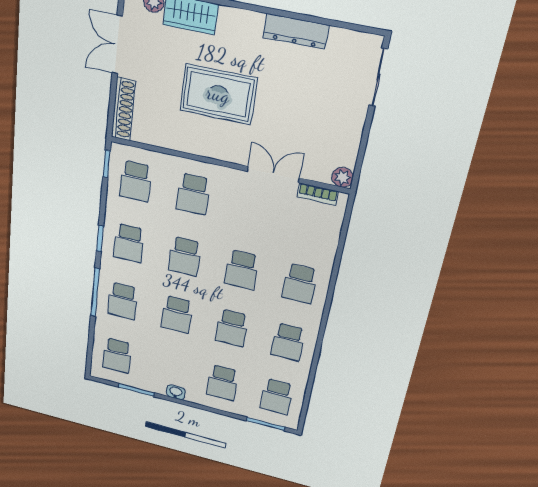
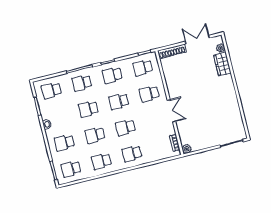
dresser: (296, 31) -> (234, 106), removed
rug: (218, 94) -> (196, 87), removed
double door: (273, 174) -> (171, 111), moved

